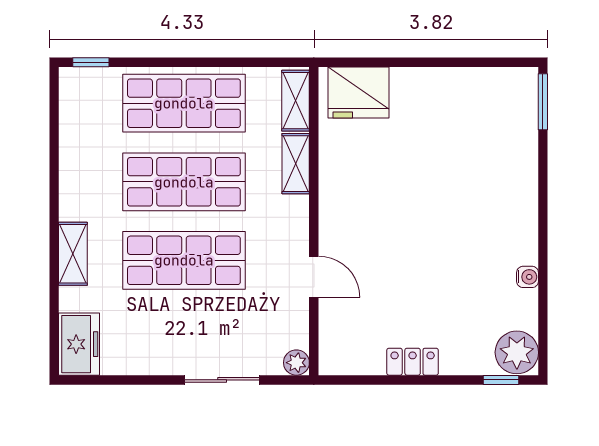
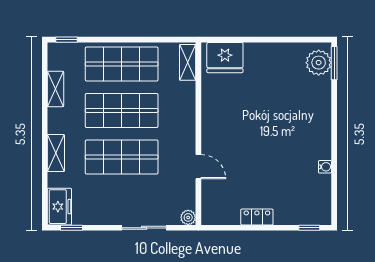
shelving: (296, 164) -> (56, 89), moved
plant: (517, 352) -> (319, 63), moved
window: (99, 380) -> (71, 228), added

